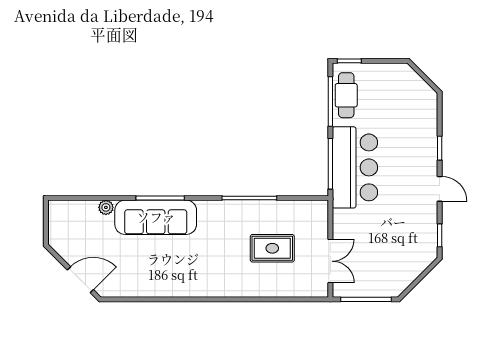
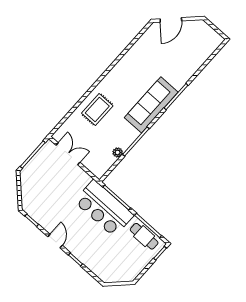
door: (440, 189) -> (55, 241), swing flipped
plant: (106, 207) -> (118, 152), moved
sofa: (156, 217) -> (151, 105), moved
rug: (272, 248) -> (97, 110), moved
double door: (330, 261) -> (68, 154), swing flipped

